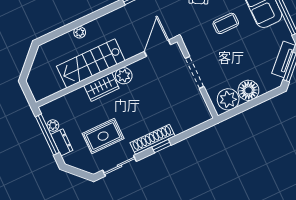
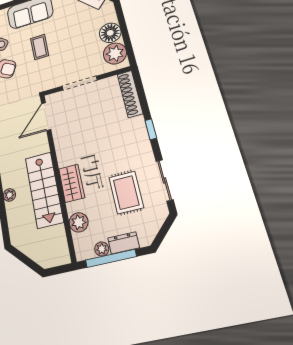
door: (157, 48) -> (46, 117), hinge flipped
plant: (124, 76) -> (79, 222), moved
shoe rack: (152, 139) -> (130, 94), moved

